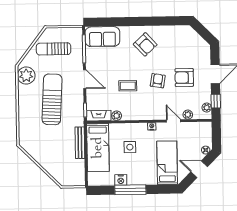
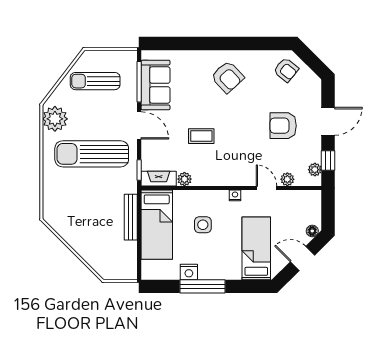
sofa: (102, 37) -> (156, 85), moved, turned -90
armchair: (158, 81) -> (286, 70), moved, turned 120
sun lounger: (52, 99) -> (92, 154), turned -93

